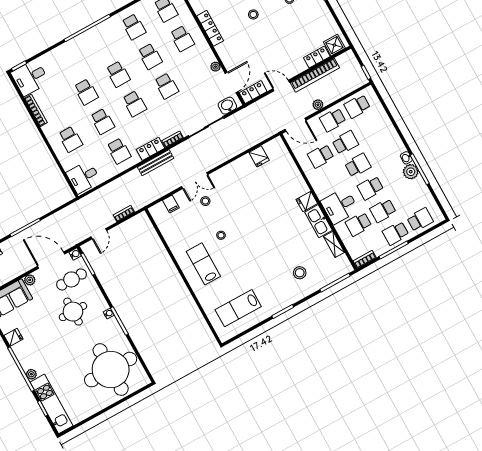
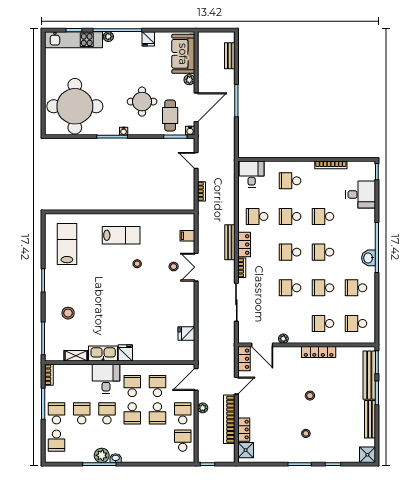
desk: (30, 78) -> (361, 195), moved, turned 90
washbasin: (227, 106) -> (369, 258), moved, turned 180
school desk: (358, 224) -> (132, 386), moved

